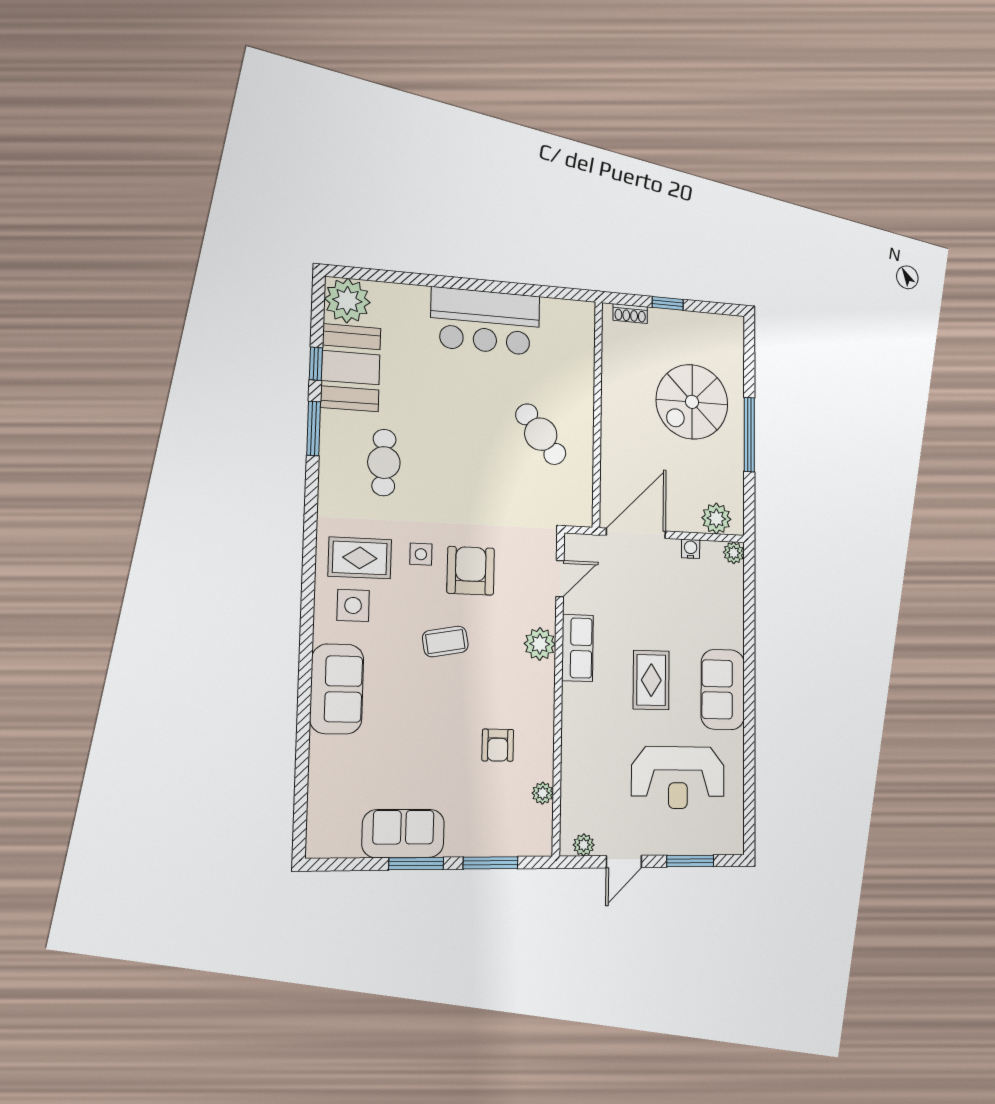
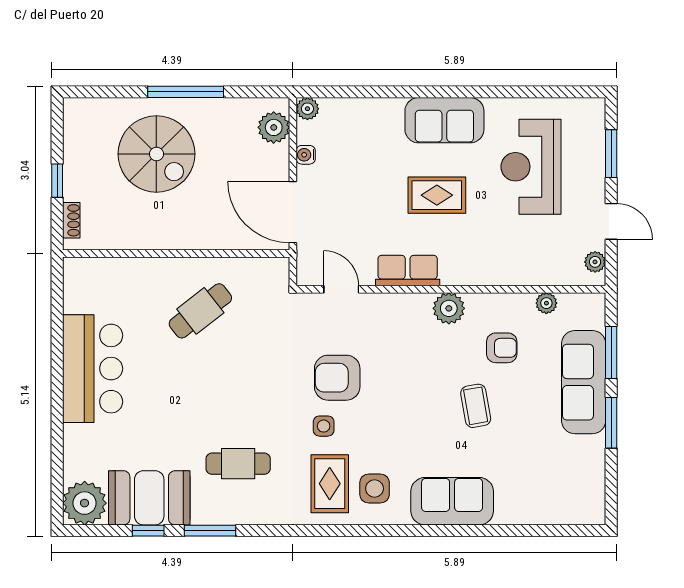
coffee table: (445, 641) -> (476, 406), moved
plant: (540, 644) -> (449, 308), moved
reception desk: (678, 778) -> (531, 167), turned 180
sofa: (403, 833) -> (584, 382), moved, width x1.36

